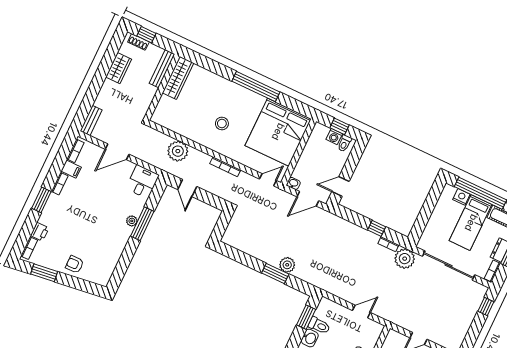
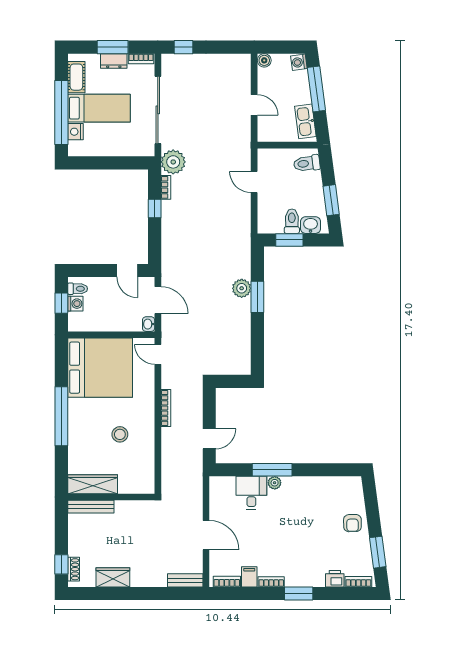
bench: (162, 69) -> (91, 507), moved
wardrobe: (178, 78) -> (93, 484), moved
wall: (162, 87) -> (111, 497), moved
plant: (178, 151) -> (173, 469), removed
desk: (142, 182) -> (251, 493), moved, turned 90

